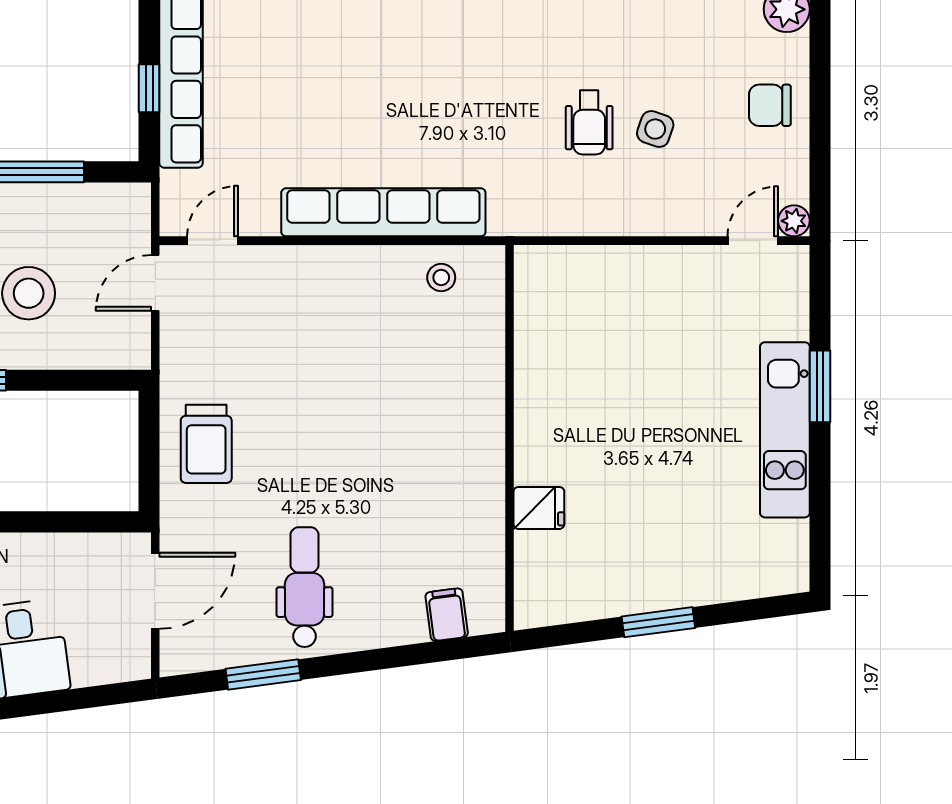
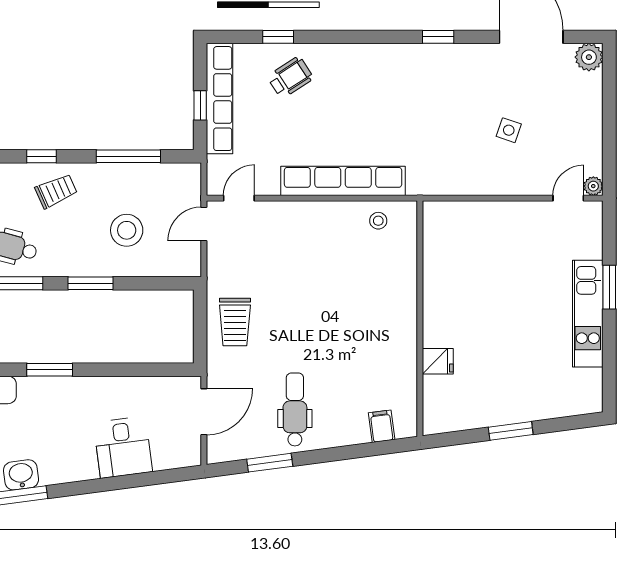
chair: (770, 105) -> (579, 116), removed
wheelchair: (589, 123) -> (290, 77), moved, turned -123

